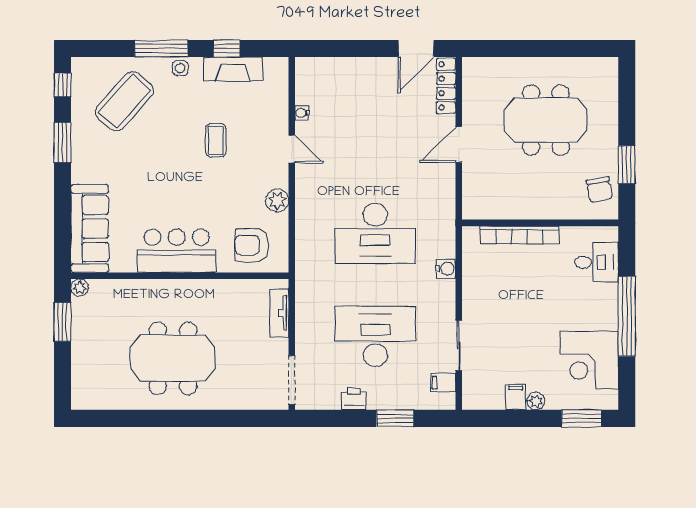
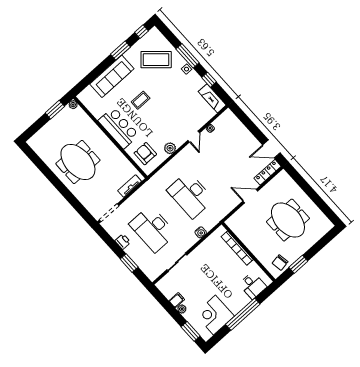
fireplace: (233, 69) -> (212, 98), moved
coffee table: (216, 140) -> (141, 100), moved
sofa: (90, 229) -> (112, 76), moved
desk: (375, 336) -> (153, 229), turned 180
filing cabinet: (443, 383) -> (158, 269), removed

